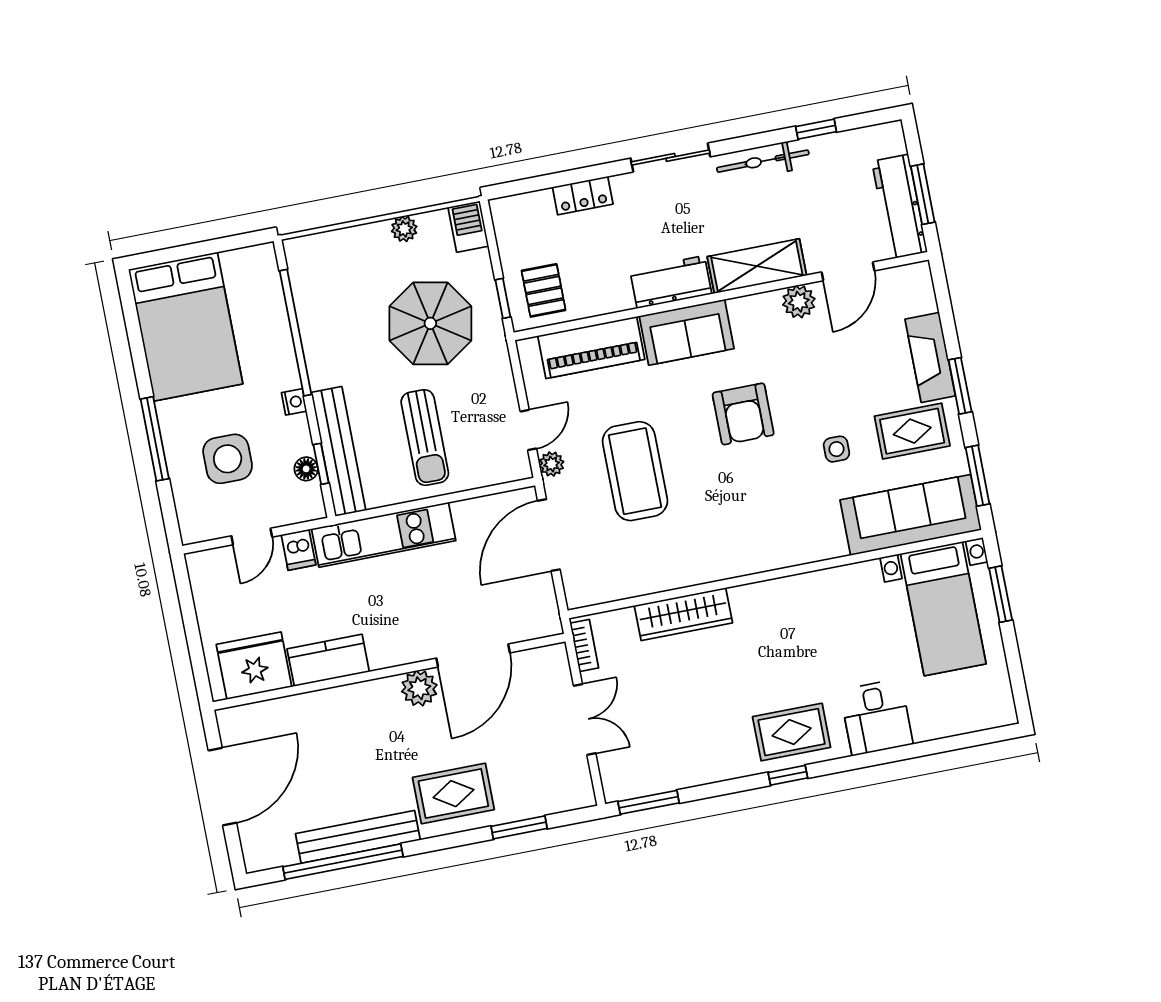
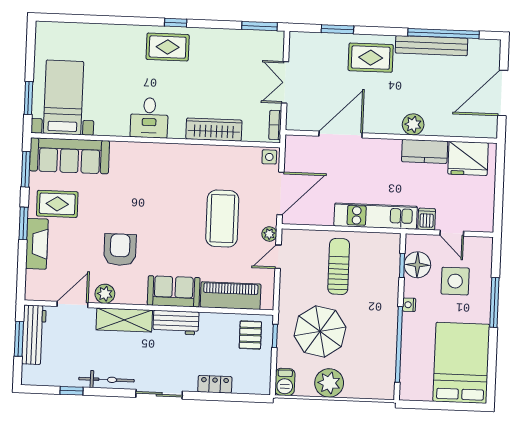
plant: (404, 229) -> (329, 383), width x1.88, depth x1.88
armchair: (743, 414) -> (120, 250), moved
side table: (836, 449) -> (269, 157), moved
bench: (339, 451) -> (390, 270), removed
floor lamp: (306, 469) -> (417, 265), width x1.89, depth x1.89
door: (252, 536) -> (452, 233), swing flipped
plant: (419, 688) -> (413, 124), moved
desk: (876, 717) -> (149, 118), moved, turned 180

